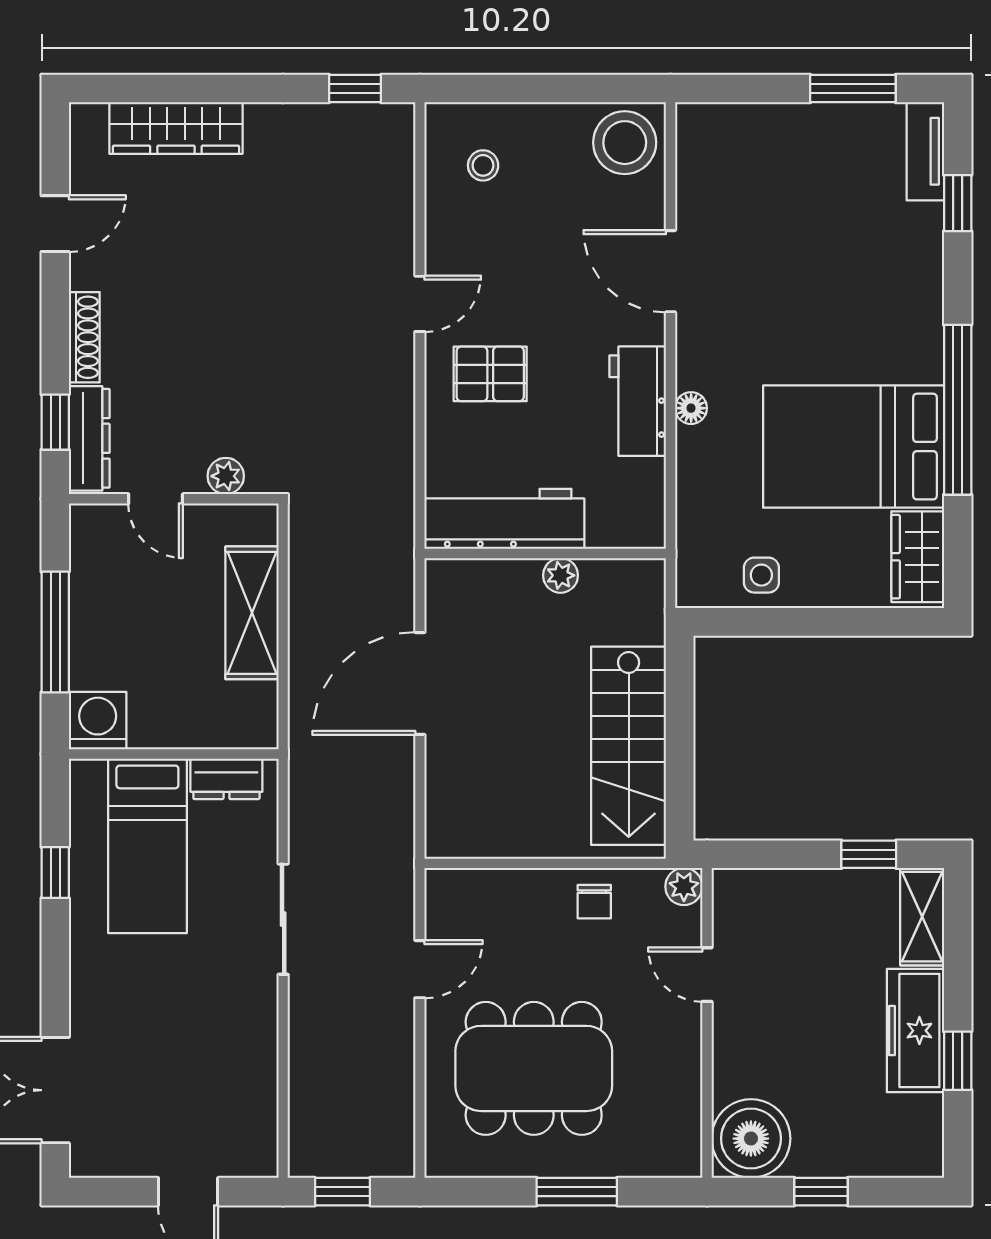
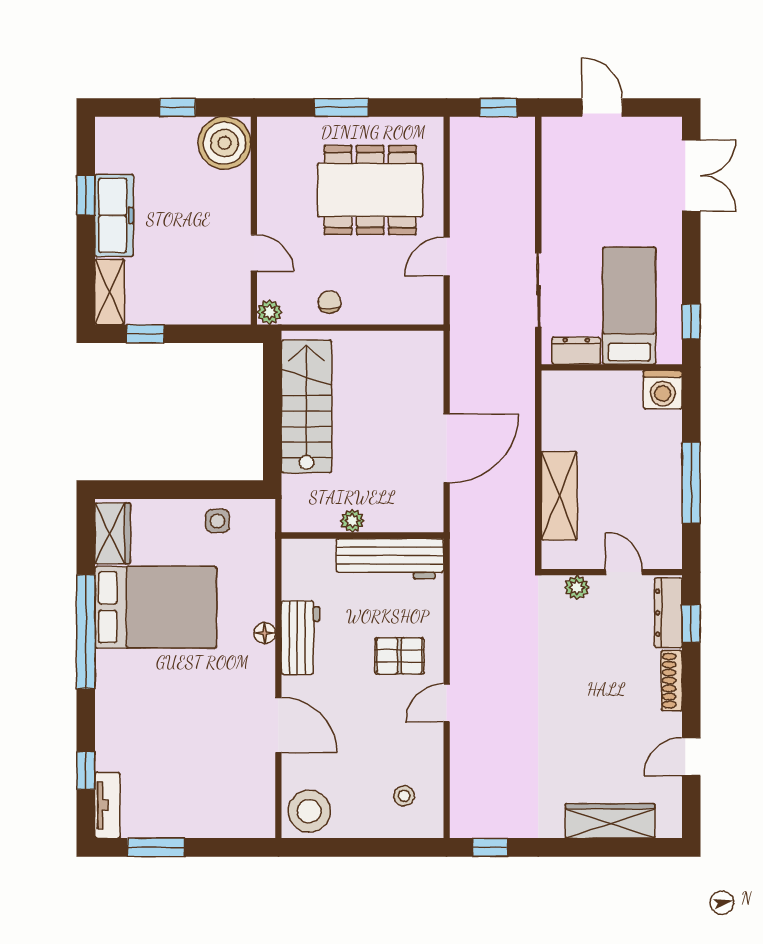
washing machine: (98, 721) -> (663, 390), moved
wall: (174, 754) -> (612, 367), moved
dresser: (226, 779) -> (576, 351), moved
bed: (147, 846) -> (629, 306), moved

